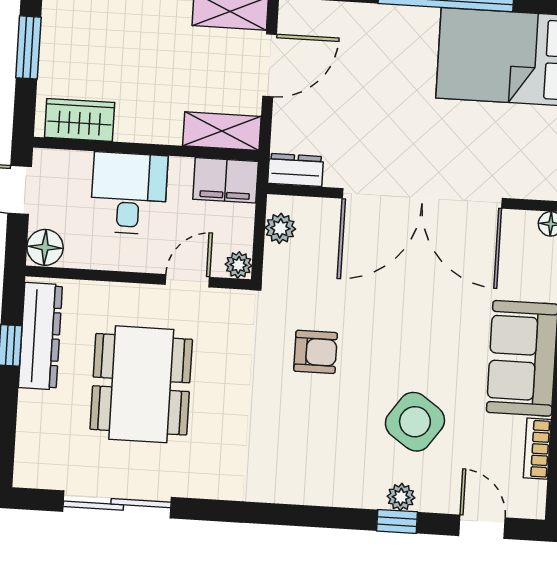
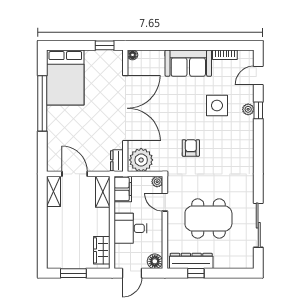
plant: (280, 228) -> (141, 160), width x1.87, depth x1.87
side table: (415, 422) -> (217, 106), turned -35

